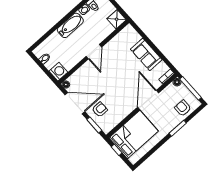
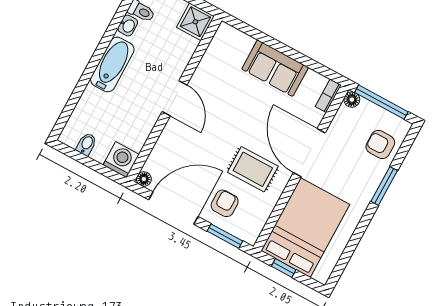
rug: (119, 98) -> (253, 169), added

